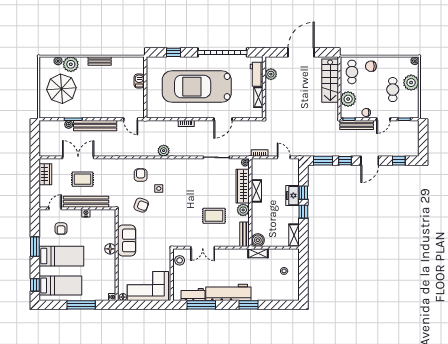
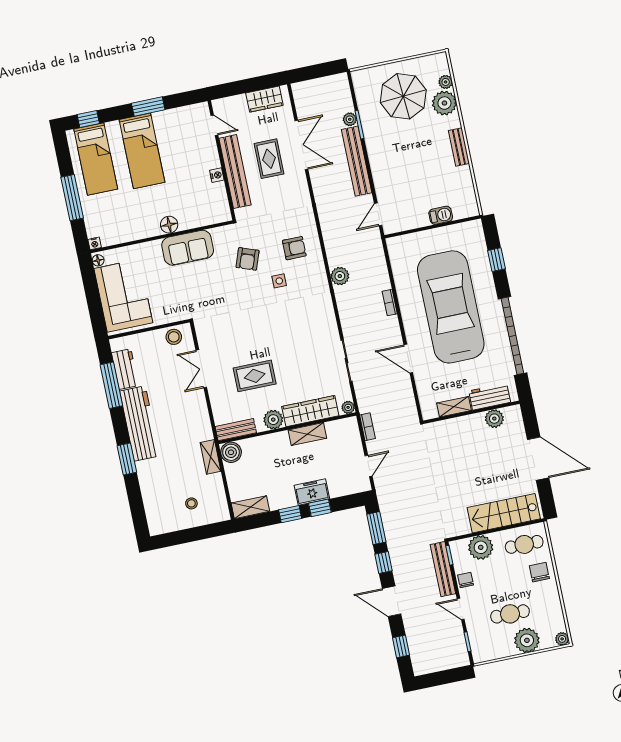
rug: (214, 216) -> (255, 376), turned 90
armchair: (61, 229) -> (185, 141), removed

